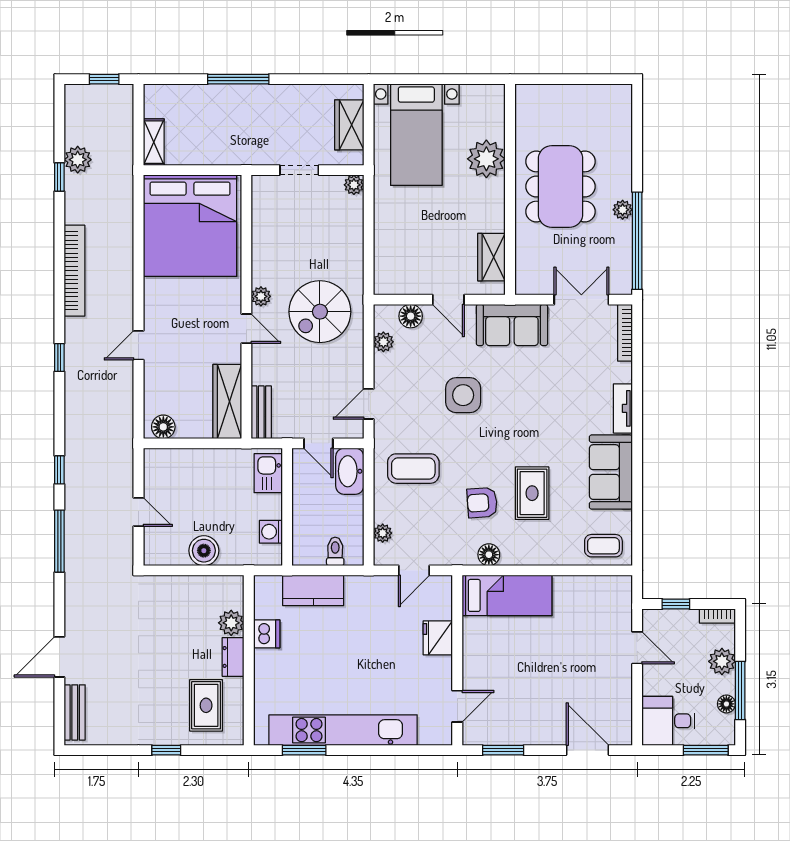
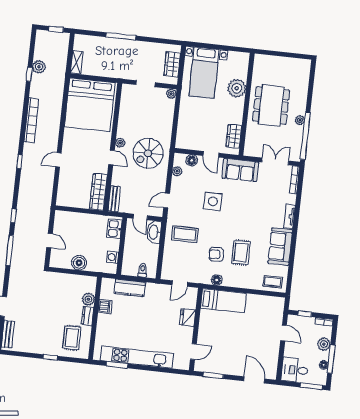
floor lamp: (163, 427) -> (66, 201), removed
plant: (383, 533) -> (167, 264), removed

